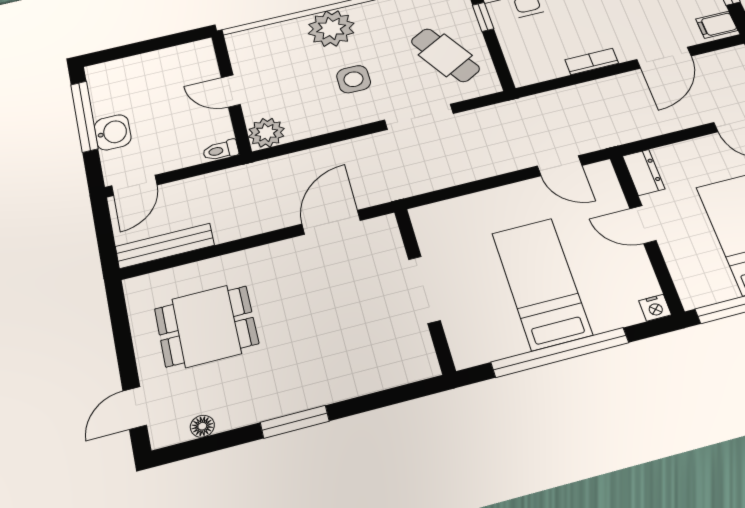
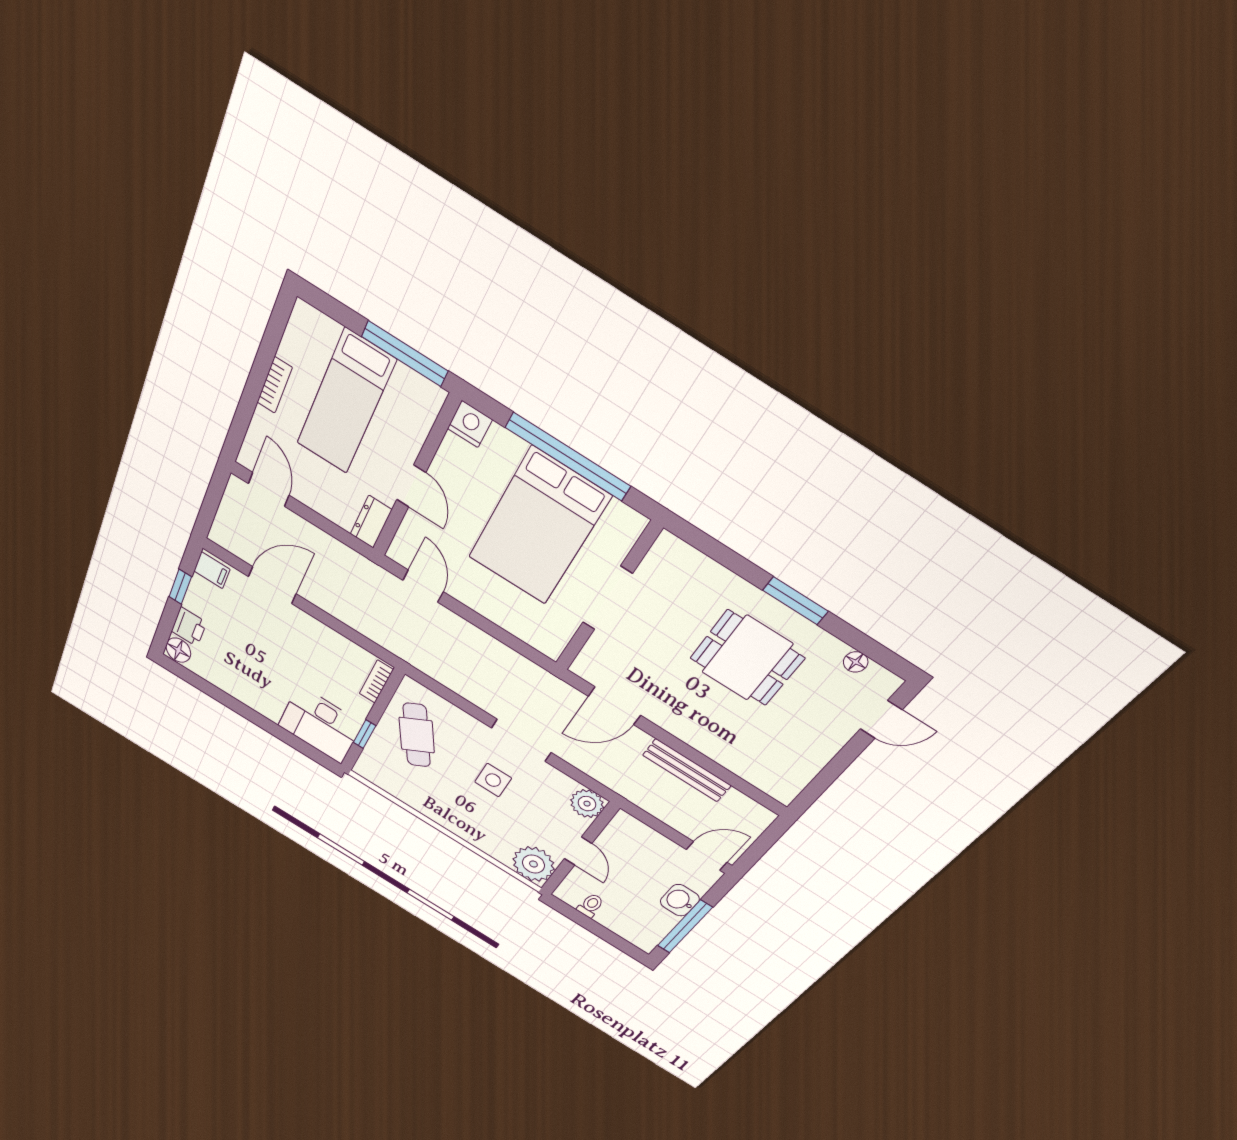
plant: (331, 29) -> (533, 864), moved
bookcase: (592, 61) -> (376, 682), moved, turned 90
doorway: (419, 117) -> (521, 740), moved
toilet: (221, 150) -> (590, 905), moved, turned -90
bench: (165, 246) -> (687, 770), moved
bed: (542, 283) -> (538, 527), width x1.50
nightstand: (655, 308) -> (470, 424), width x1.39, depth x1.35
dining table: (206, 326) -> (747, 658), moved

